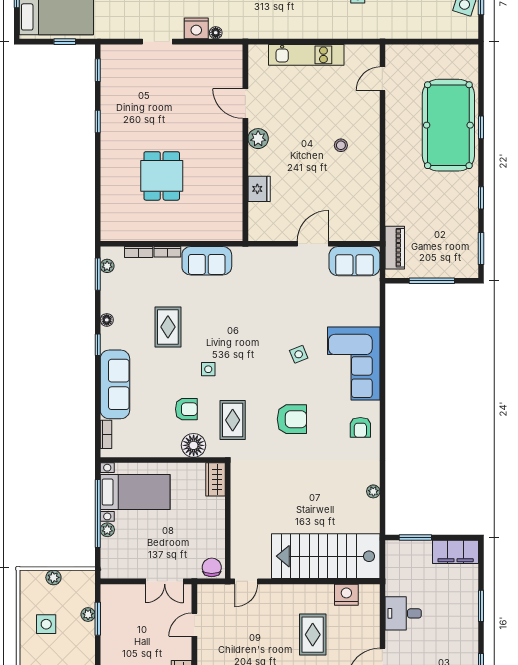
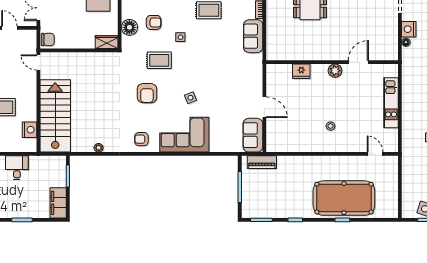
armchair: (186, 409) -> (154, 22), turned -90
rug: (233, 420) -> (159, 60), moved

